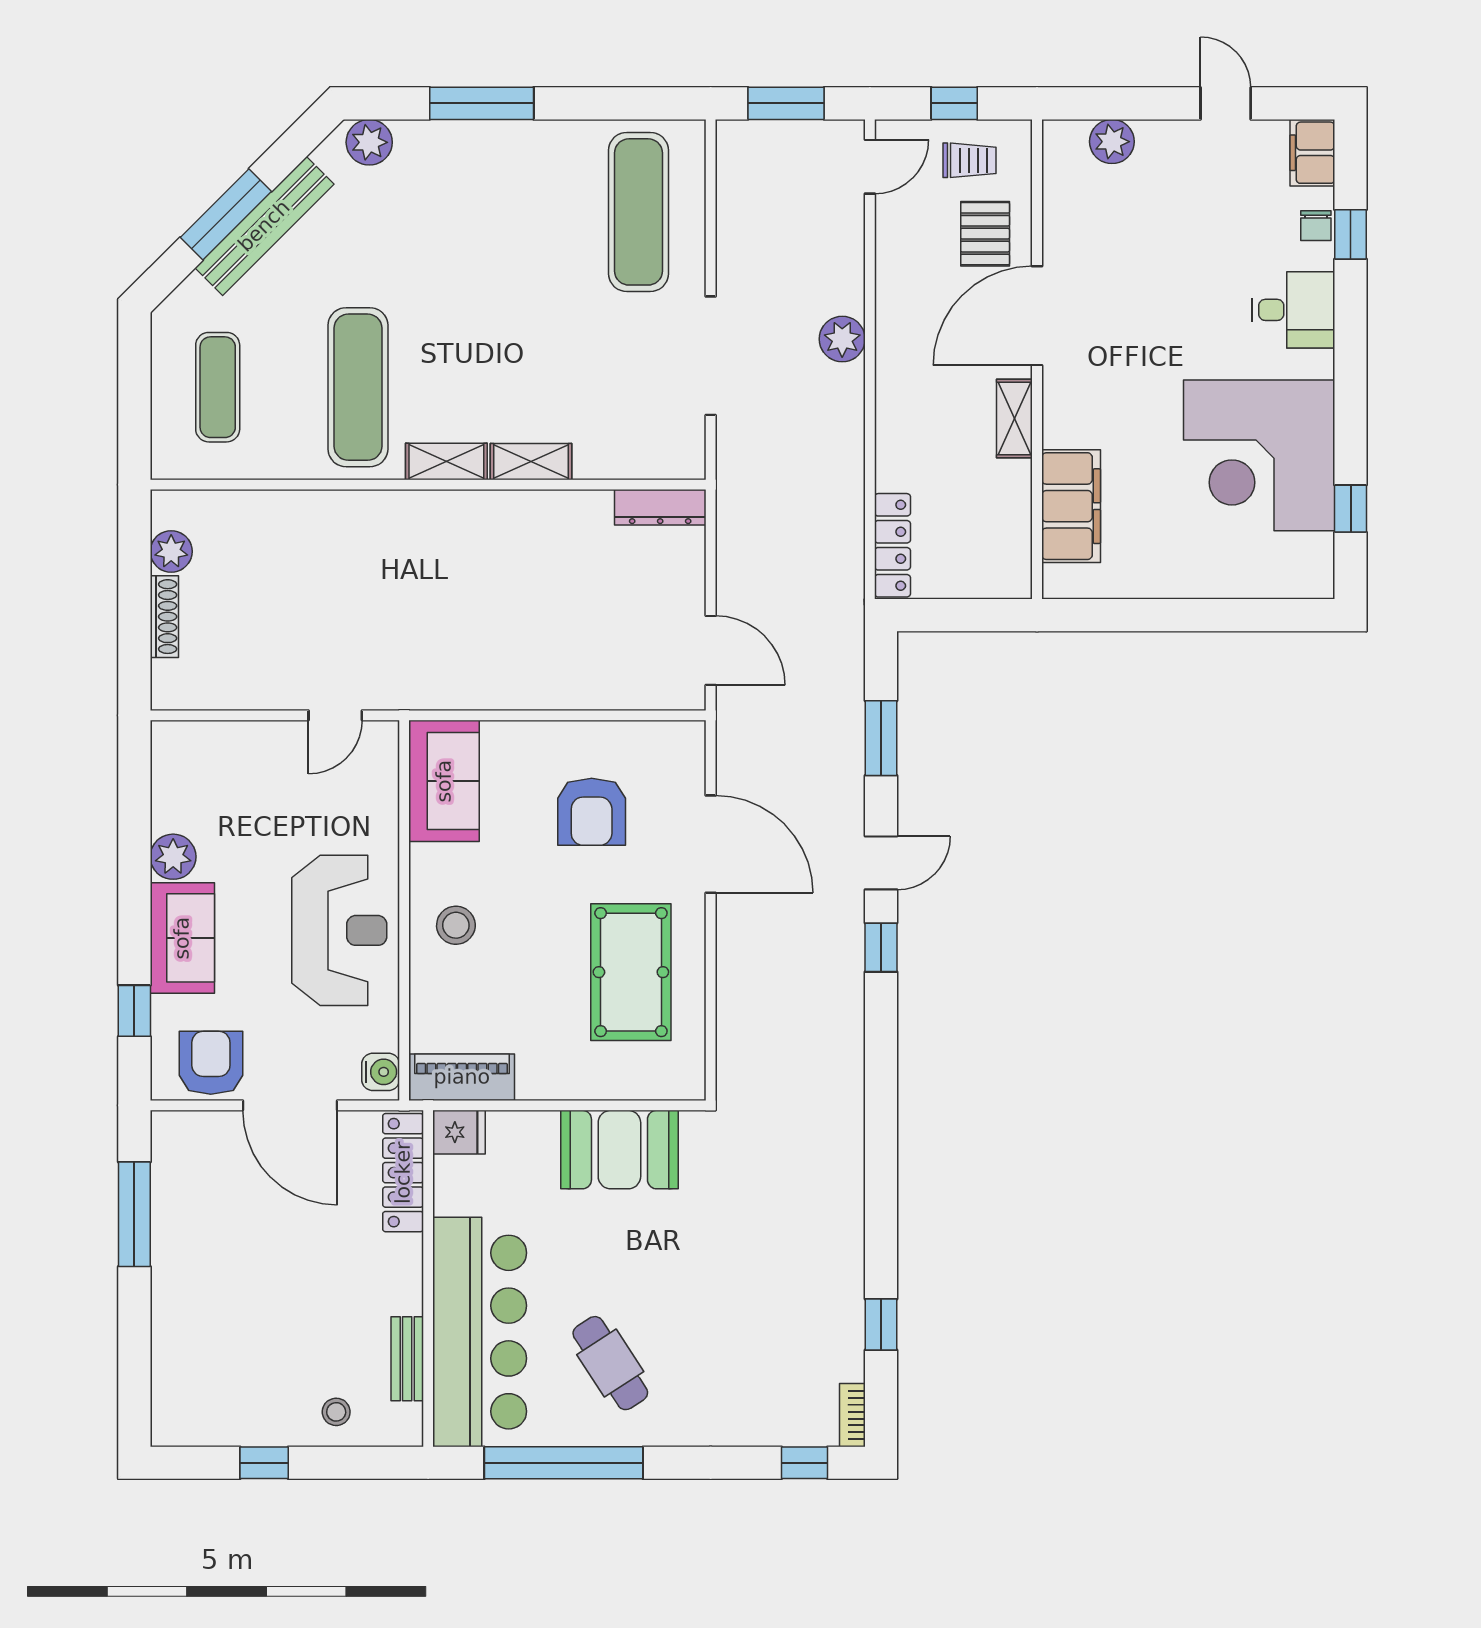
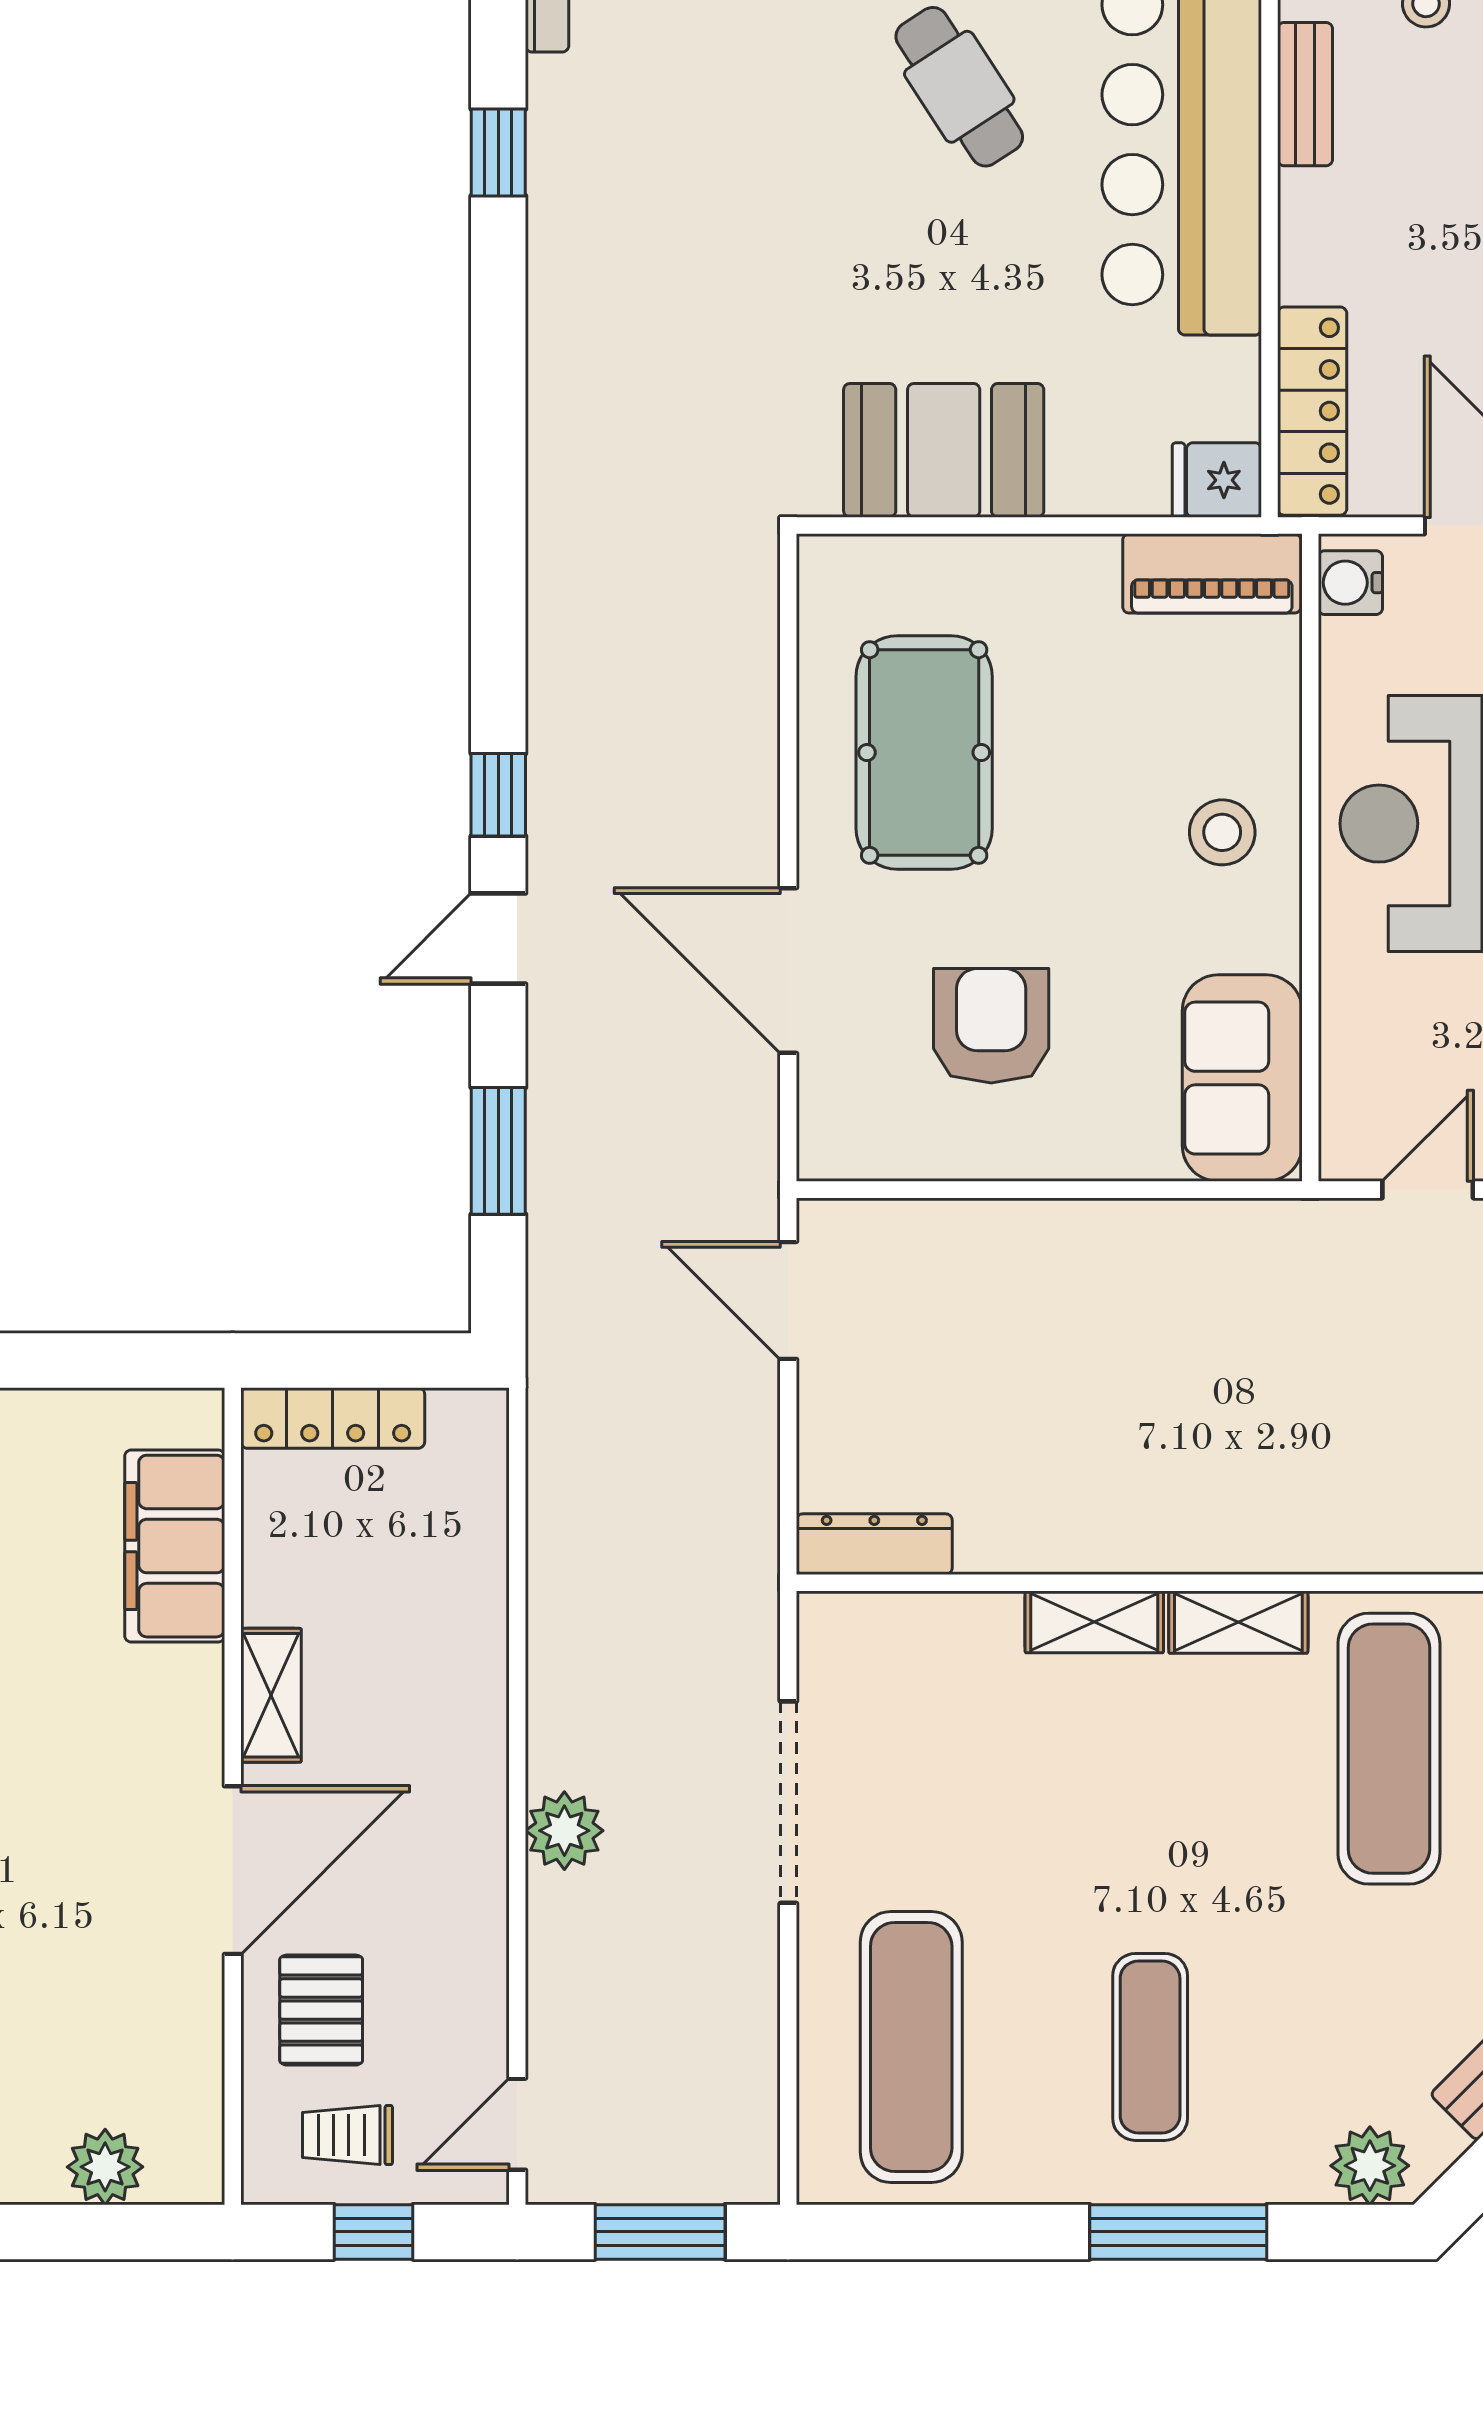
exercise mat: (498, 212) -> (1150, 2047), added
locker: (892, 545) -> (333, 1418), moved, turned -90

